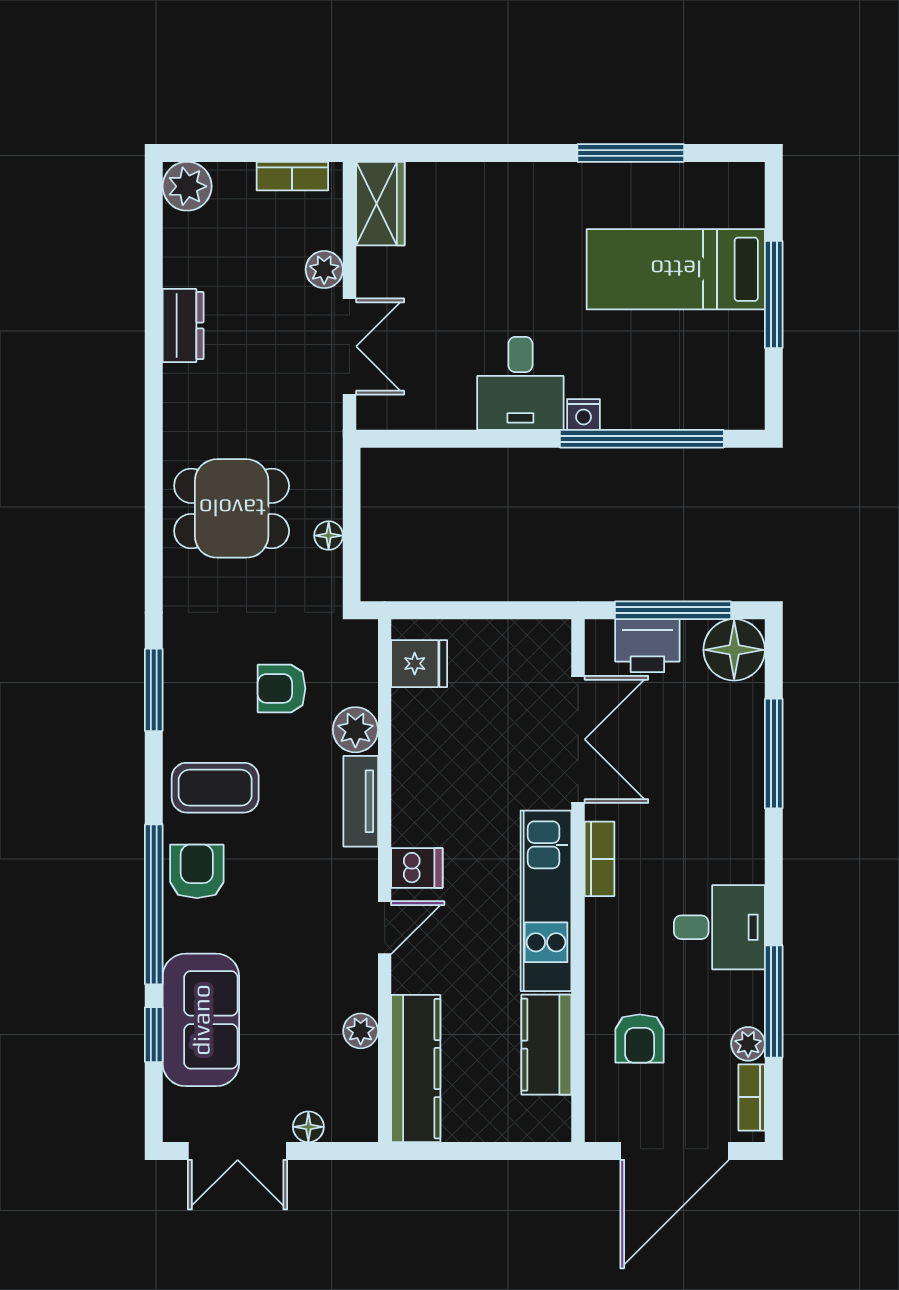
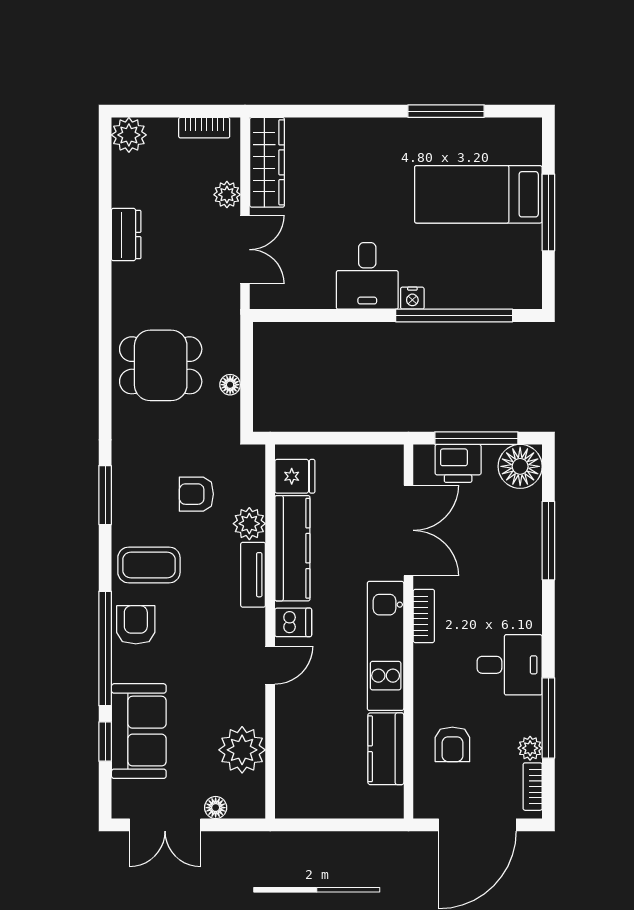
wardrobe: (380, 204) -> (267, 162), width x1.50
plant: (361, 1031) -> (242, 750), width x1.88, depth x1.88
kitchen counter: (416, 1069) -> (292, 548), moved

